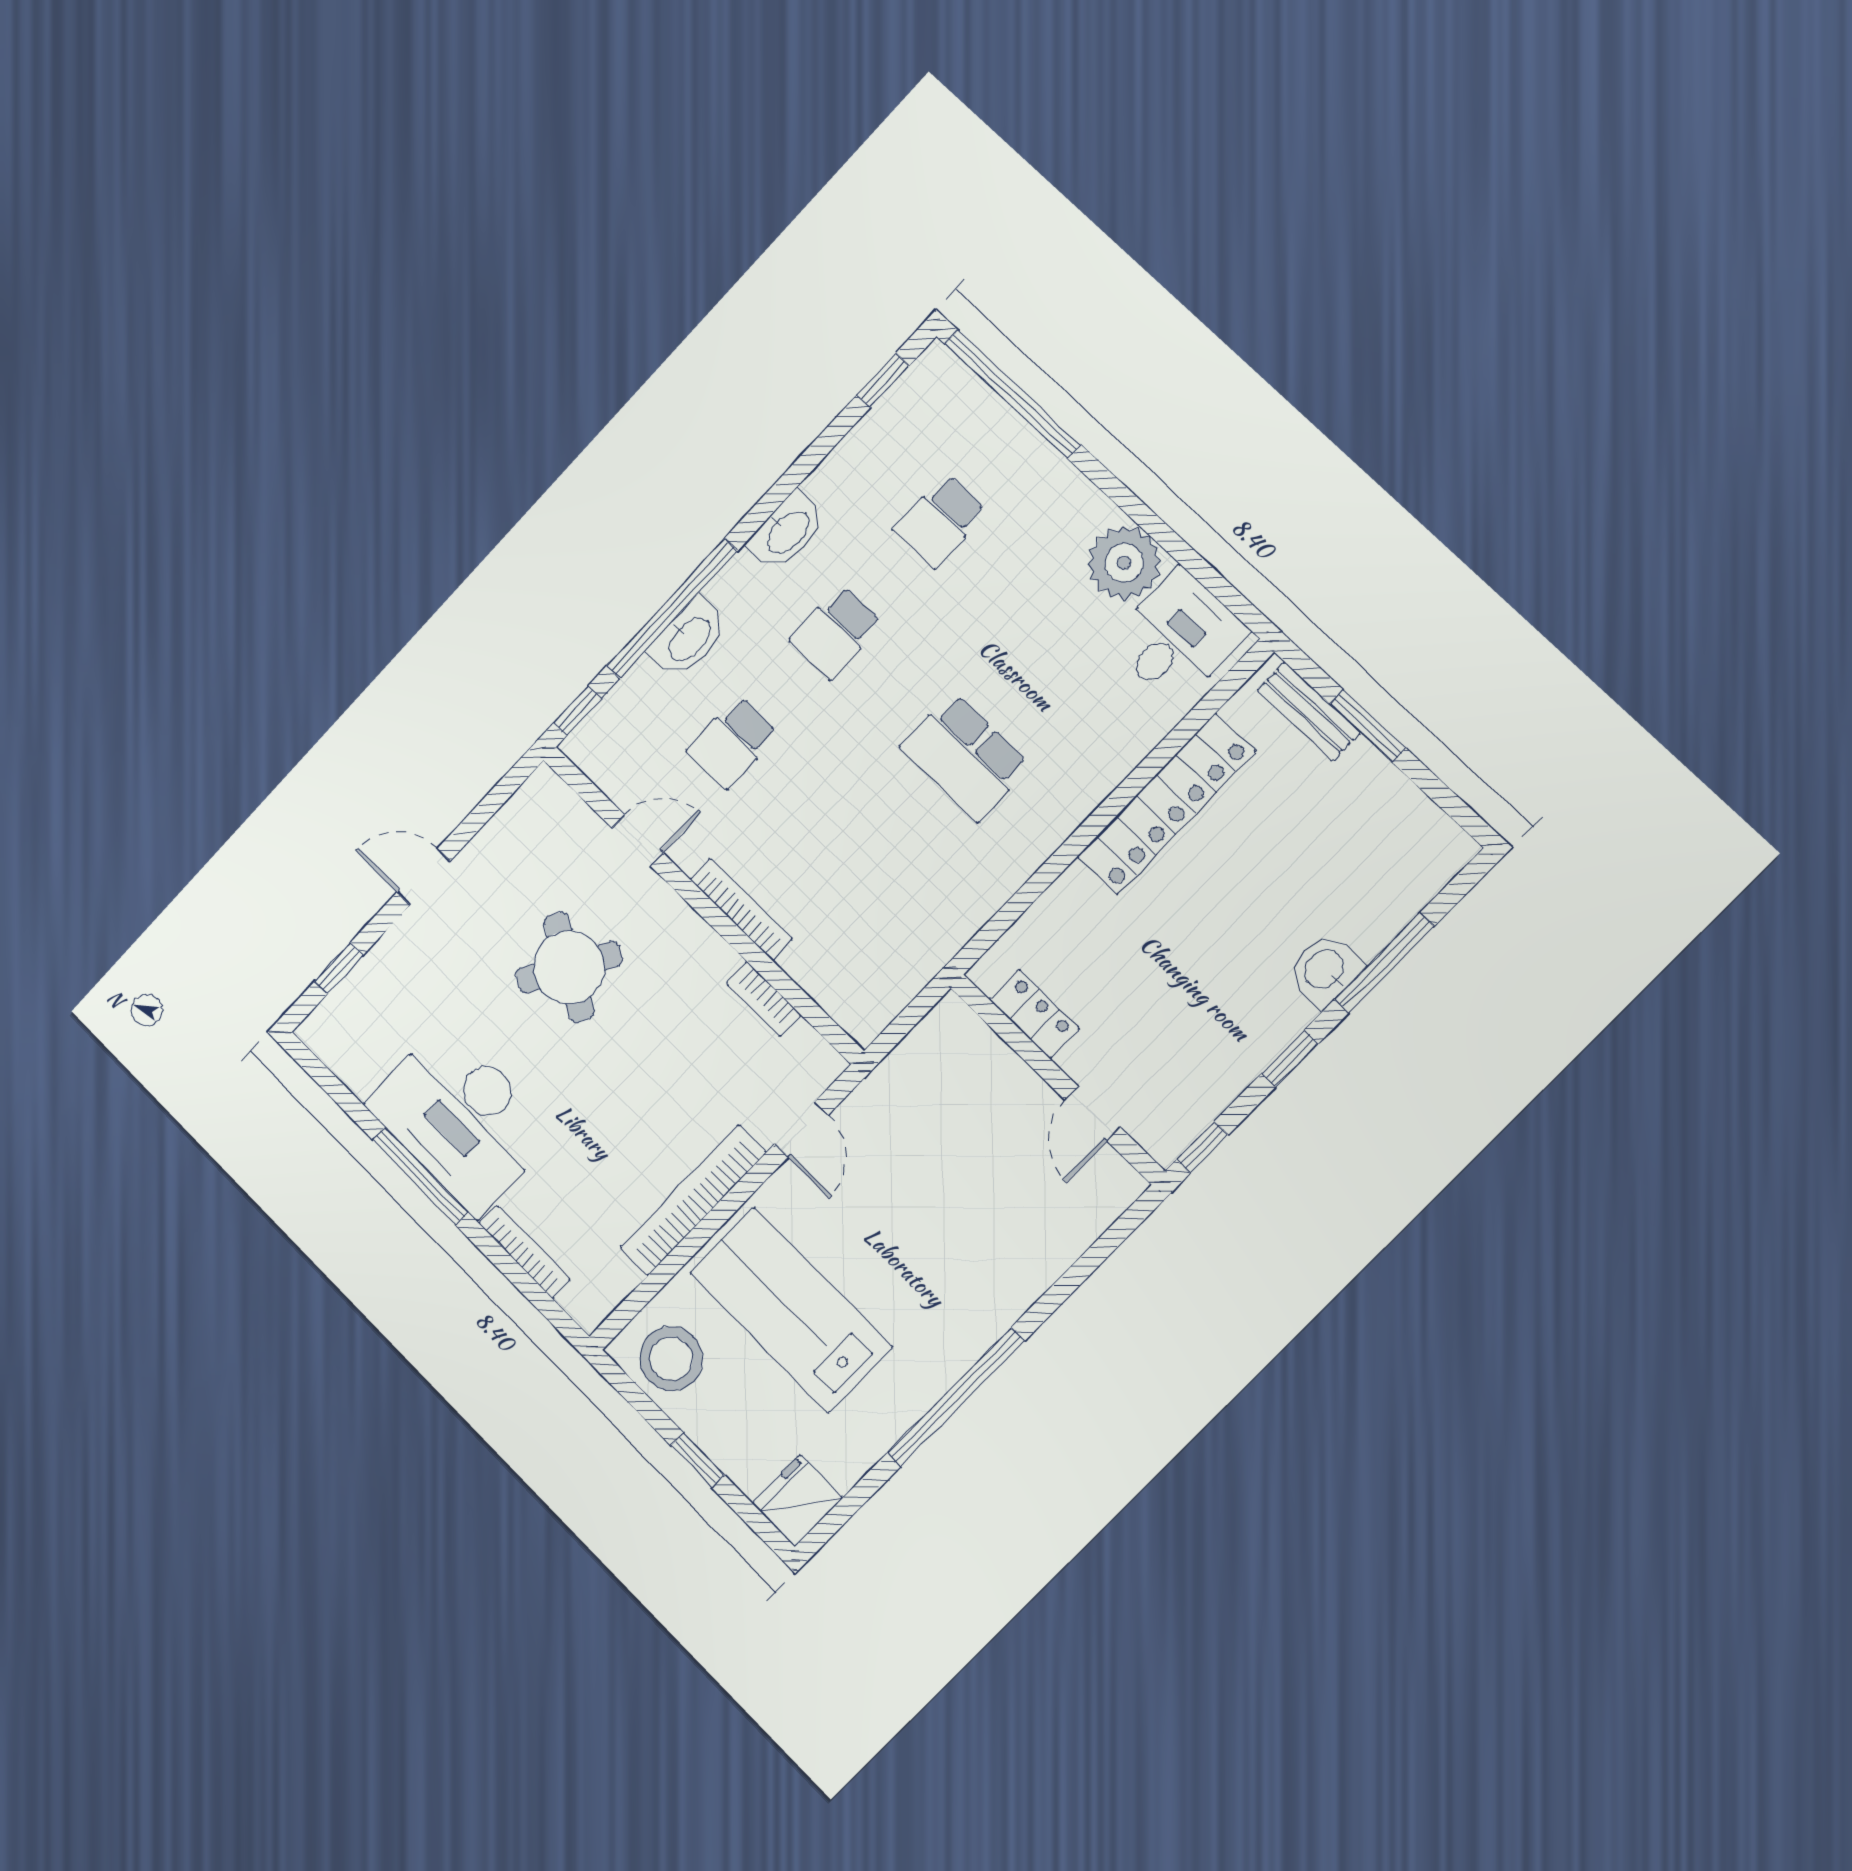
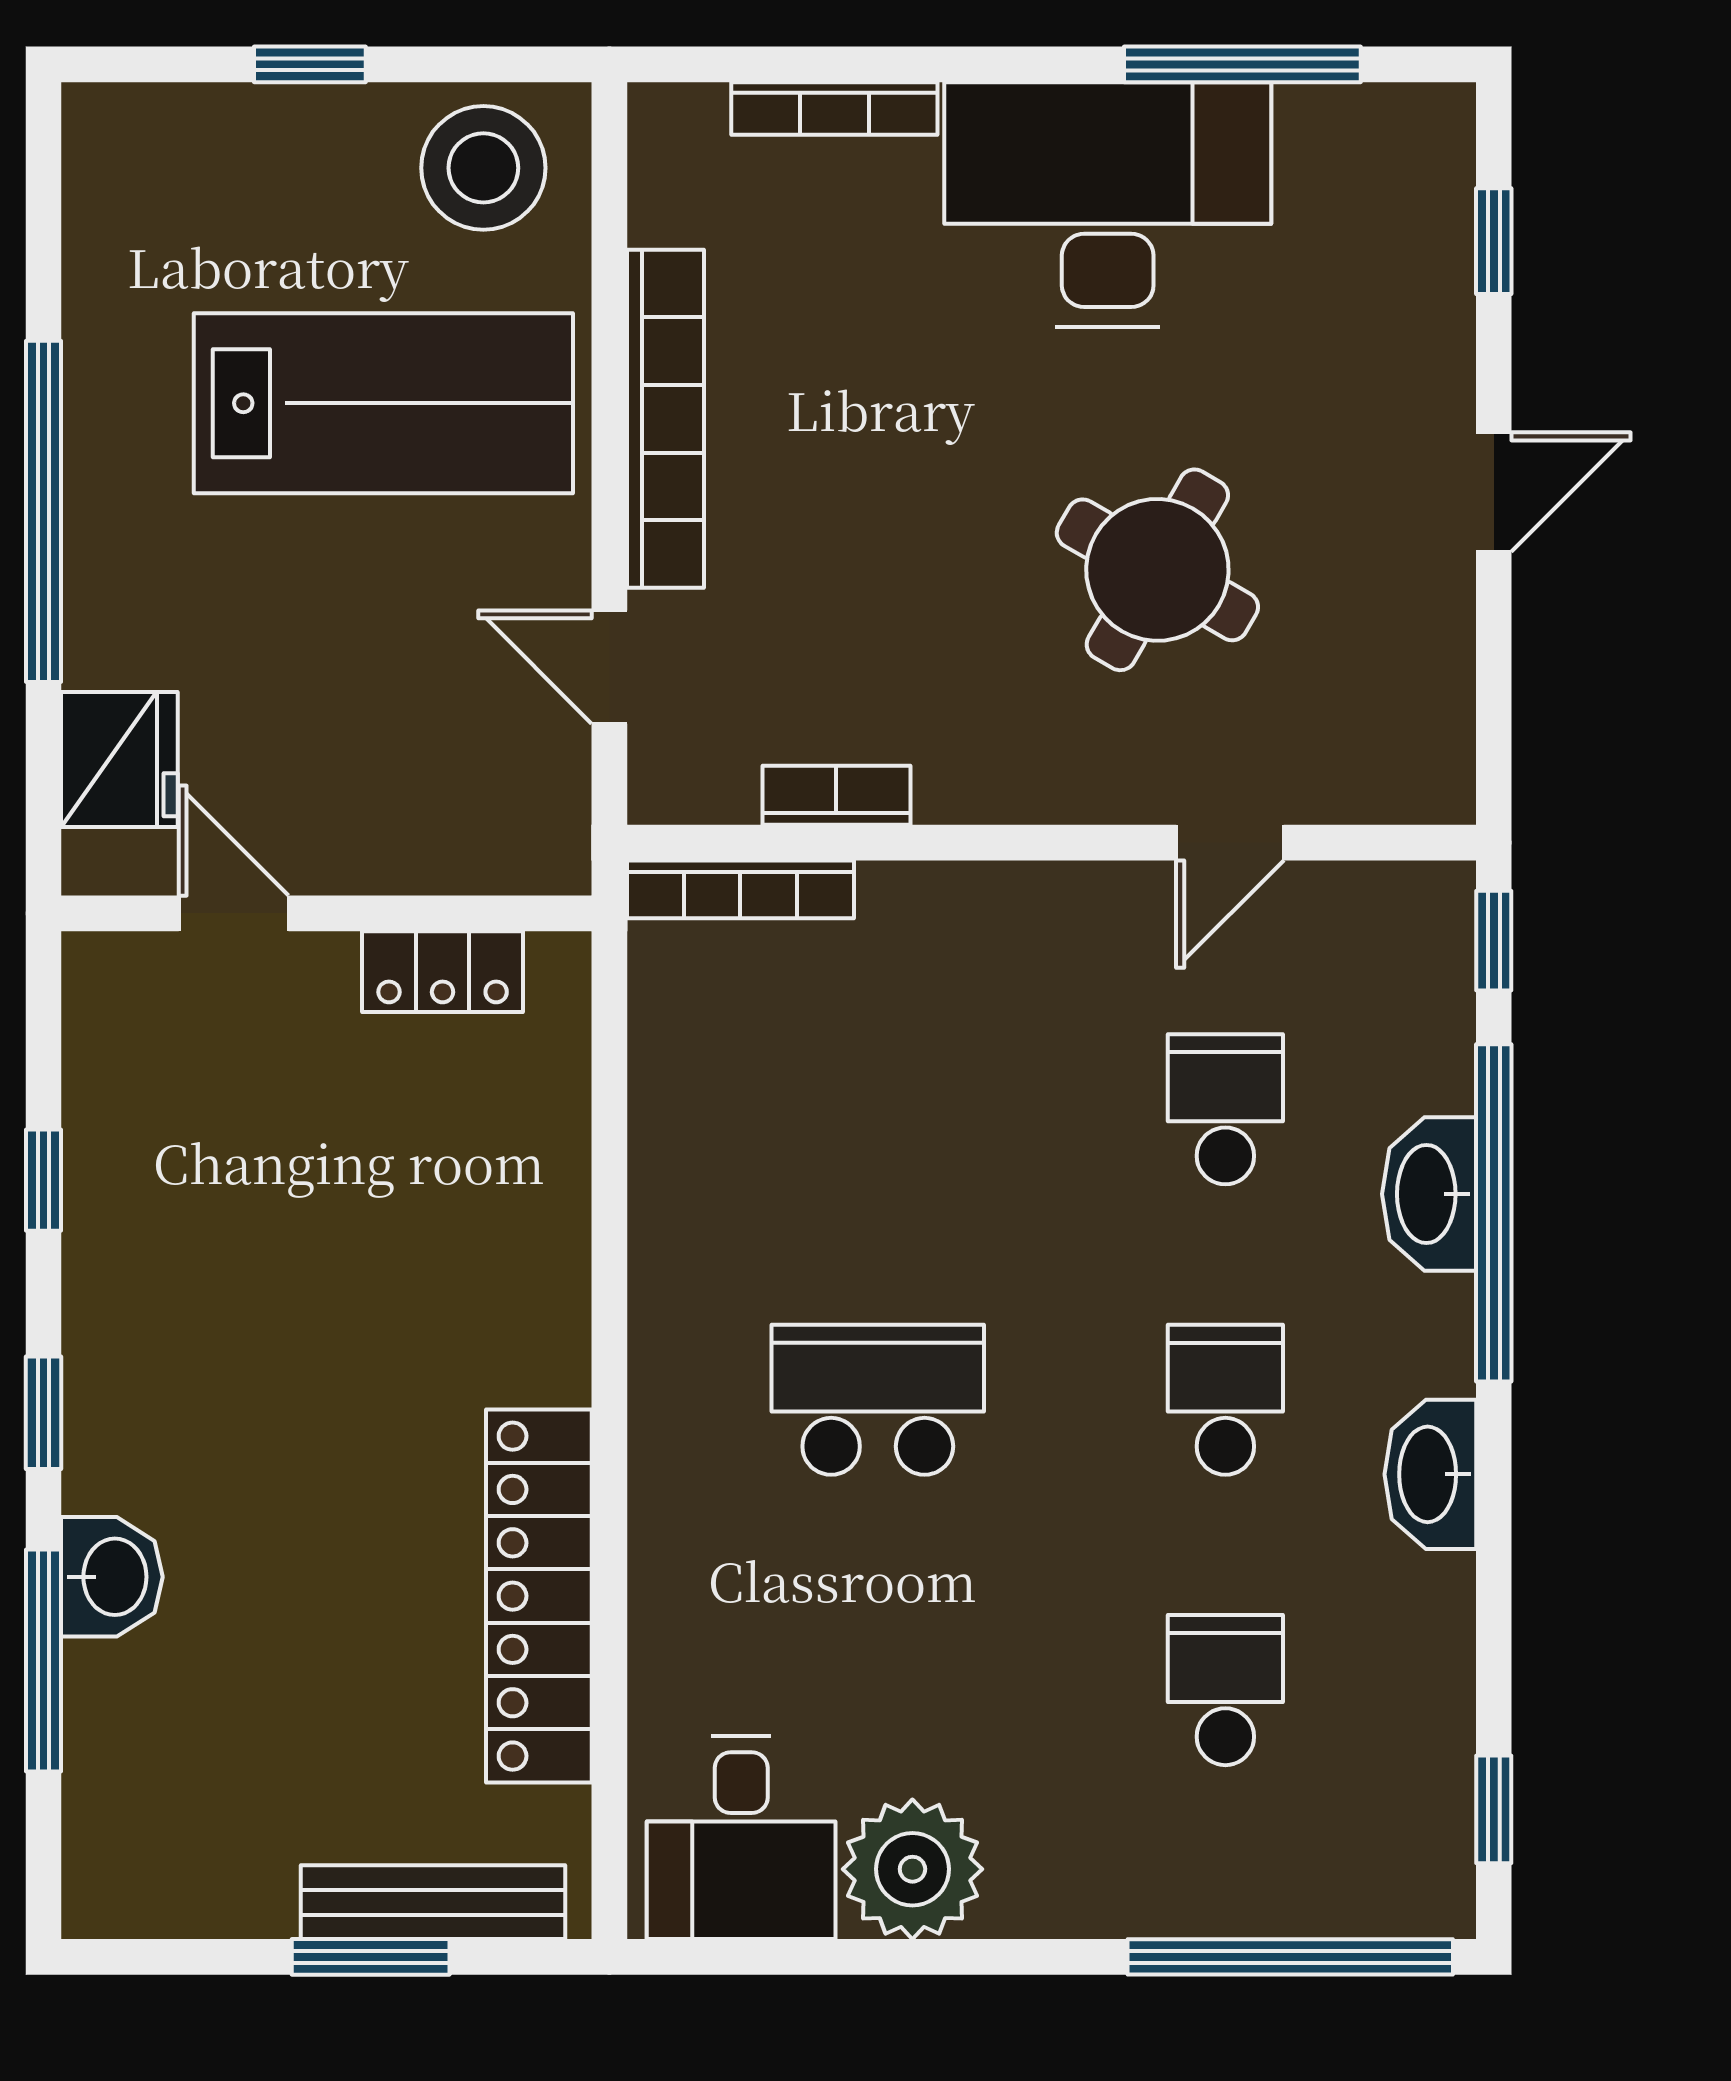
bench: (1308, 711) -> (433, 1902), width x1.36
bookcase: (741, 909) -> (740, 889), moved
locker: (1034, 1014) -> (443, 972), moved
wall: (1057, 1079) -> (326, 913), moved
door: (1092, 1113) -> (234, 913), moved
window: (420, 1176) -> (1242, 64), moved
fridge: (797, 1501) -> (119, 760), moved

